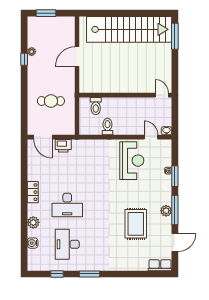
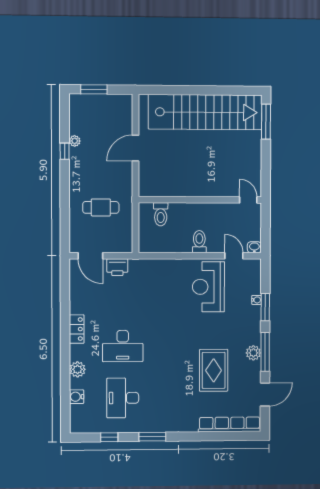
toilet: (107, 127) -> (199, 242), moved
reception desk: (132, 161) -> (208, 287), turned 180
row of seats: (160, 265) -> (230, 424), width x2.02

